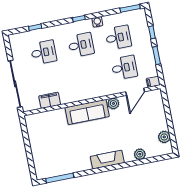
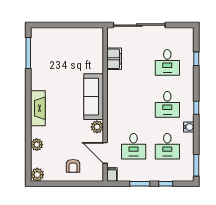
armchair: (152, 118) -> (73, 166), added
plant: (164, 137) -> (37, 175), moved

